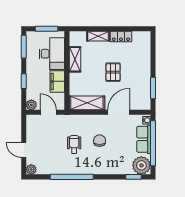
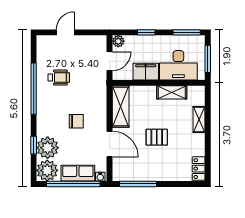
locker: (121, 36) -> (199, 169), moved
window: (153, 88) -> (138, 184), width x1.44
wheelchair: (74, 144) -> (59, 78), moved
plant: (31, 169) -> (48, 148), moved, width x1.88, depth x1.88
window: (133, 177) -> (34, 145), moved

